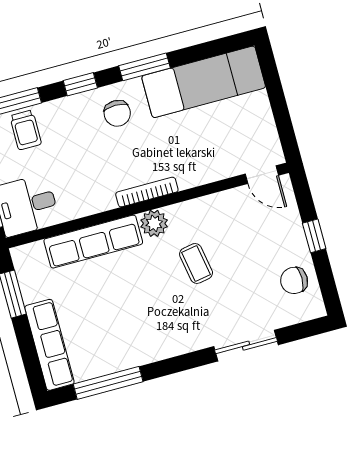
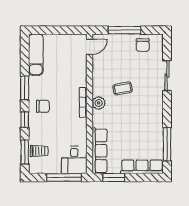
exam couch: (204, 82) -> (36, 55), width x0.73, depth x0.69
window: (314, 236) -> (125, 30), width x2.17
row of seats: (93, 242) -> (99, 151), moved

